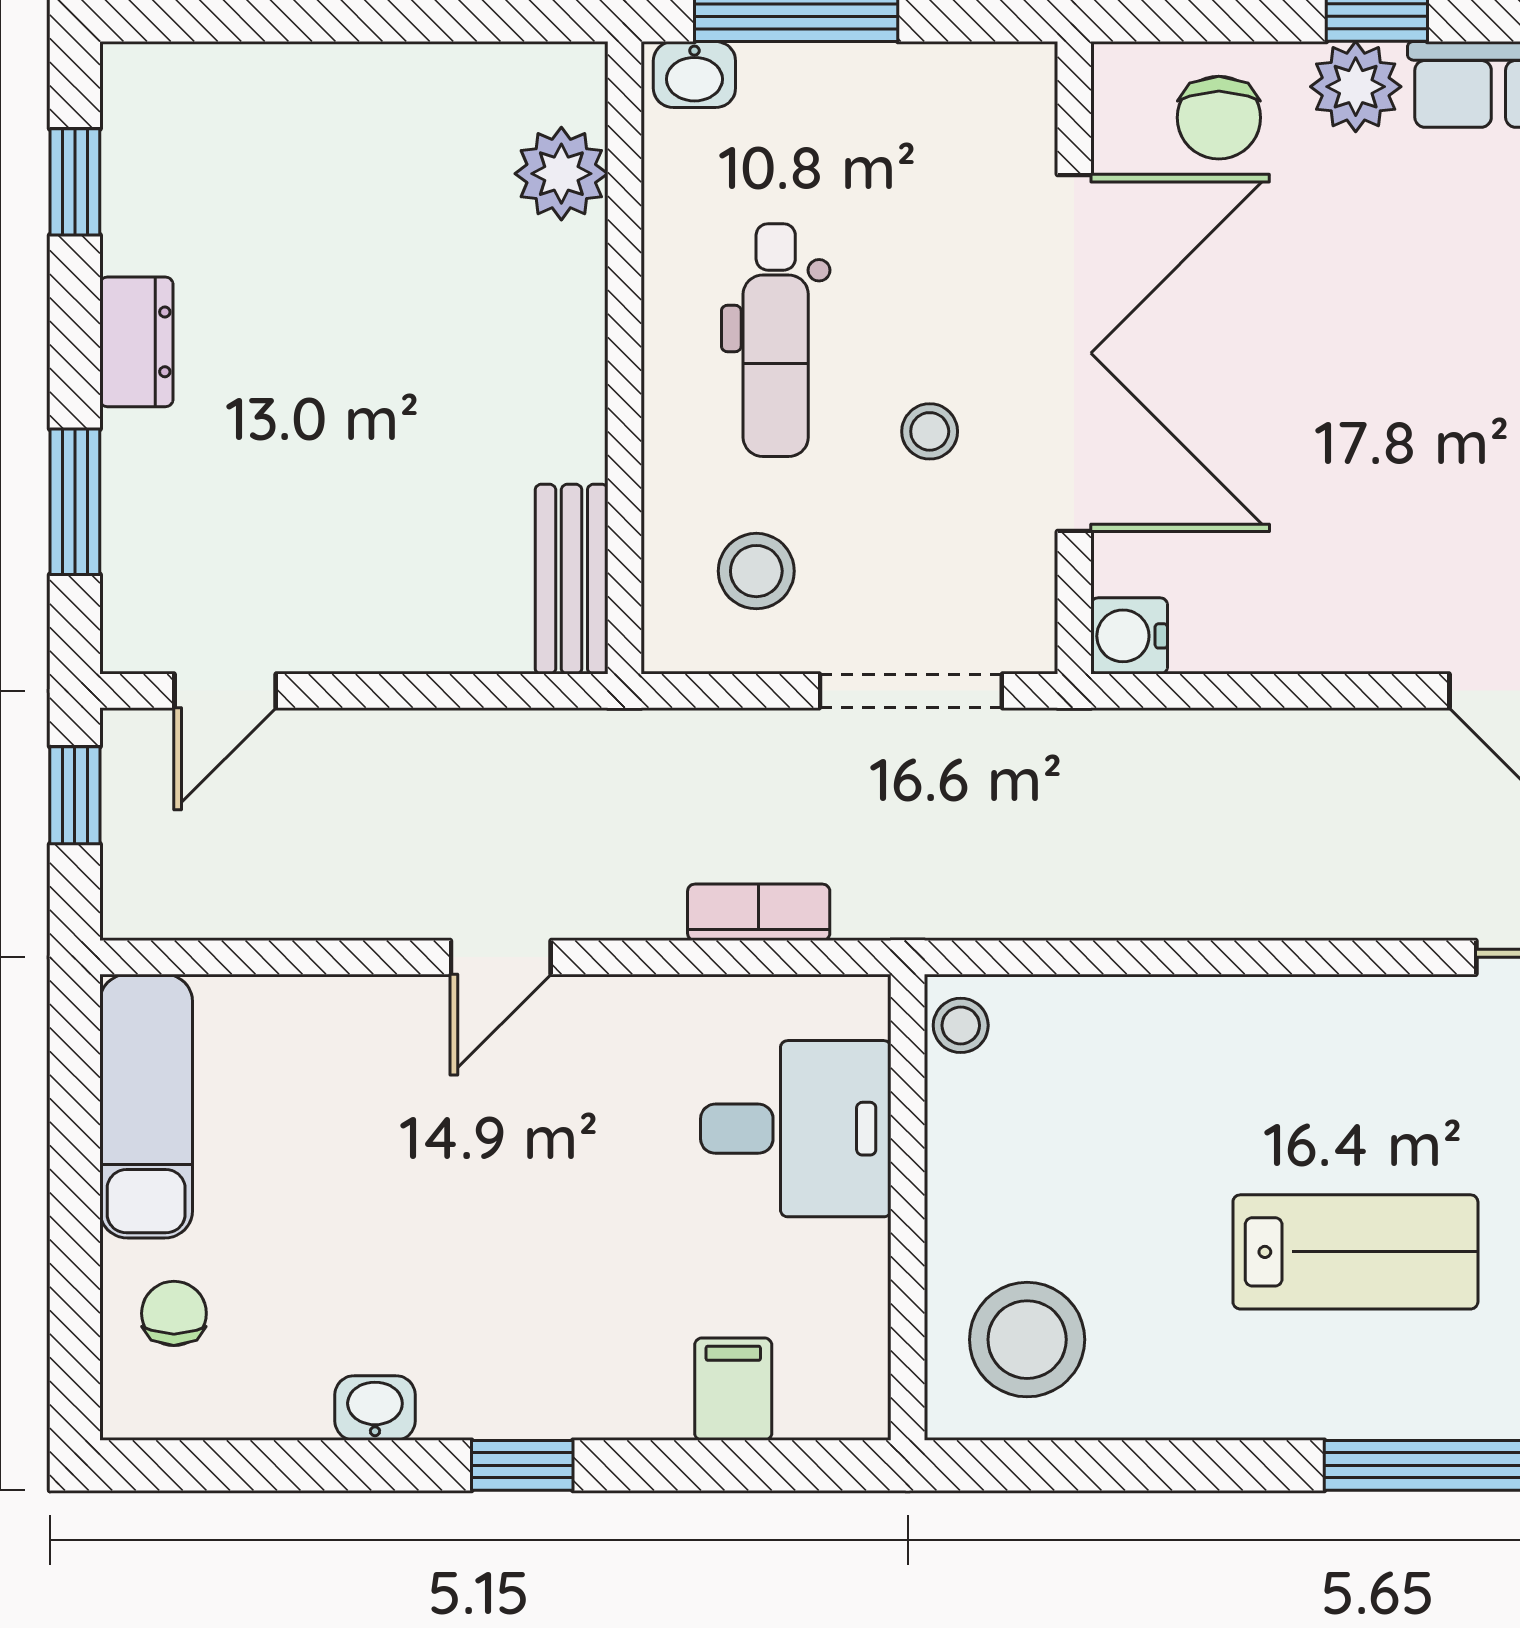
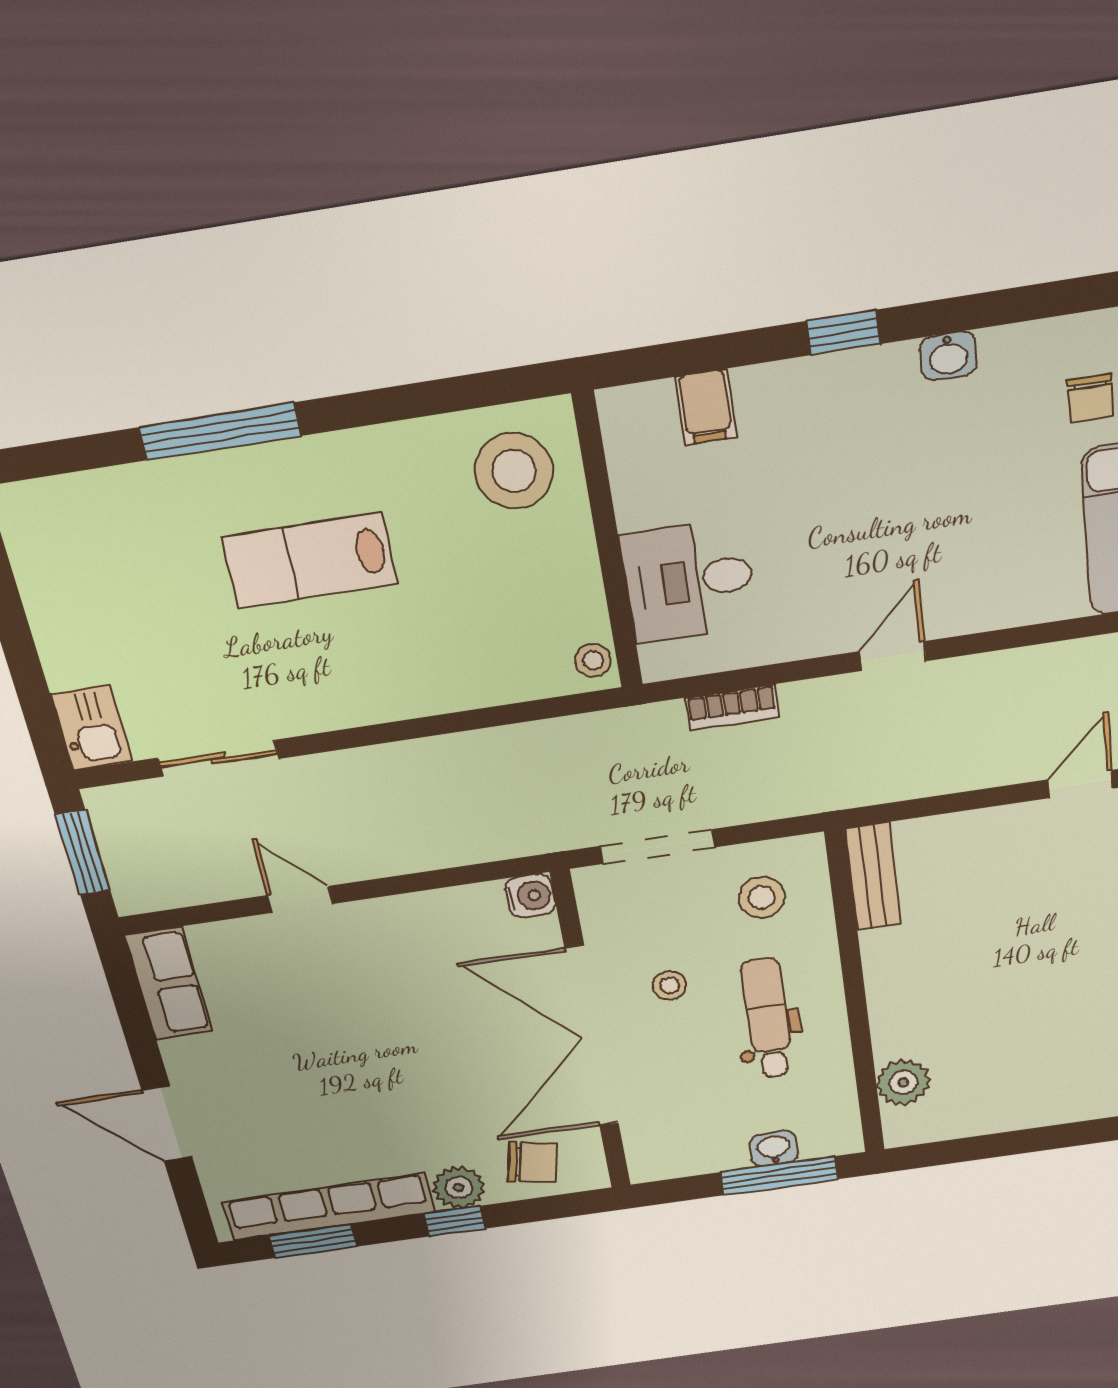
washbasin: (694, 75) -> (774, 1149), moved
chair: (1219, 118) -> (532, 1162), turned 102

